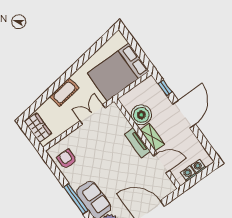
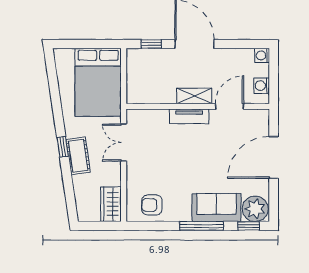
window: (63, 79) -> (63, 147), added
boiler: (141, 115) -> (162, 90), removed
wardrobe: (38, 128) -> (111, 204), moved, turned -90
washing machine: (198, 167) -> (262, 55), moved

